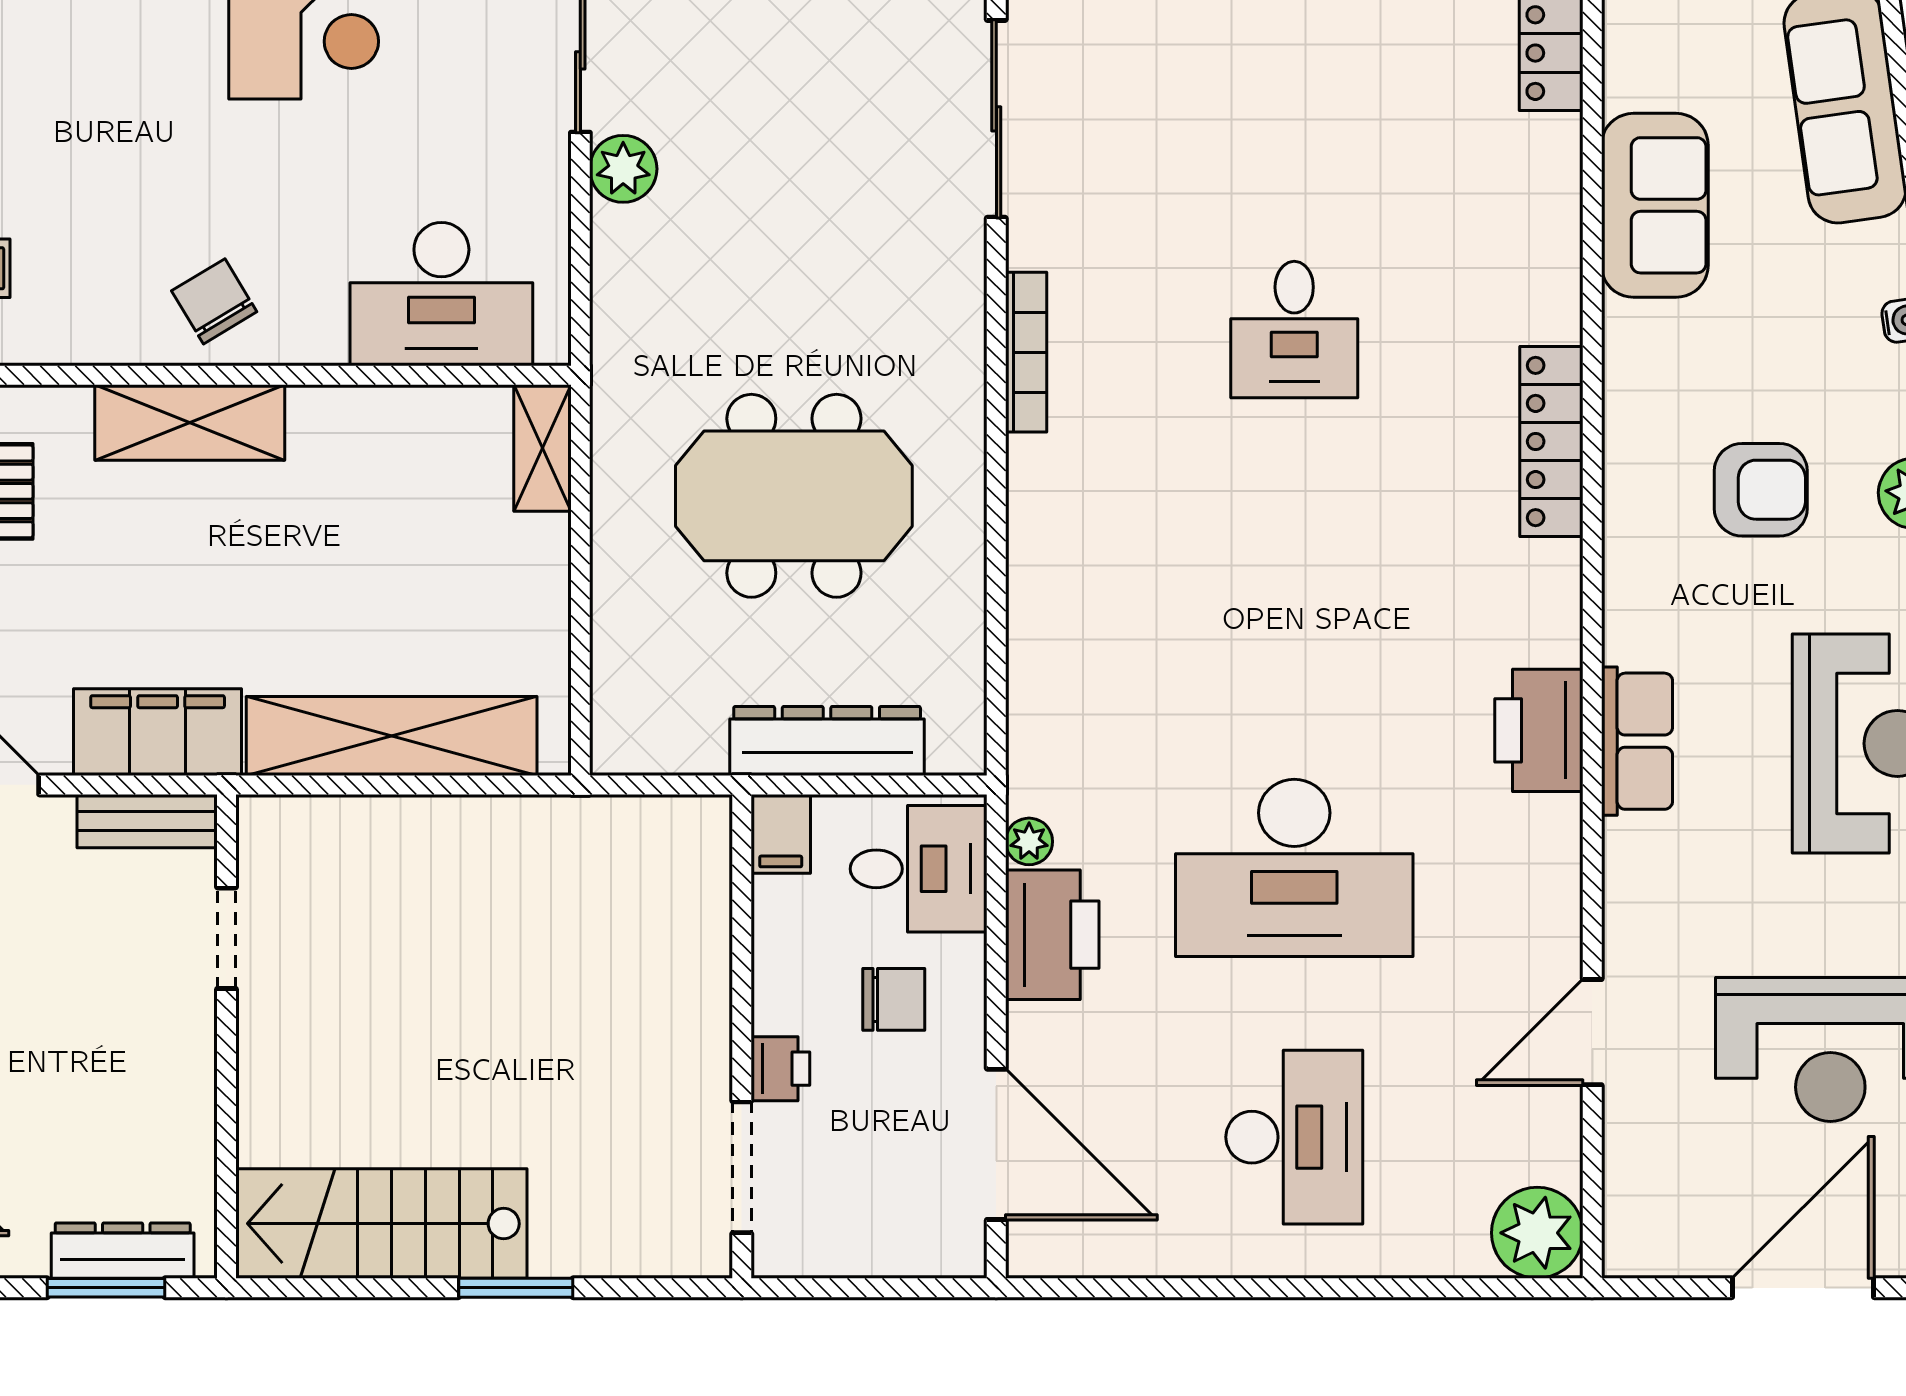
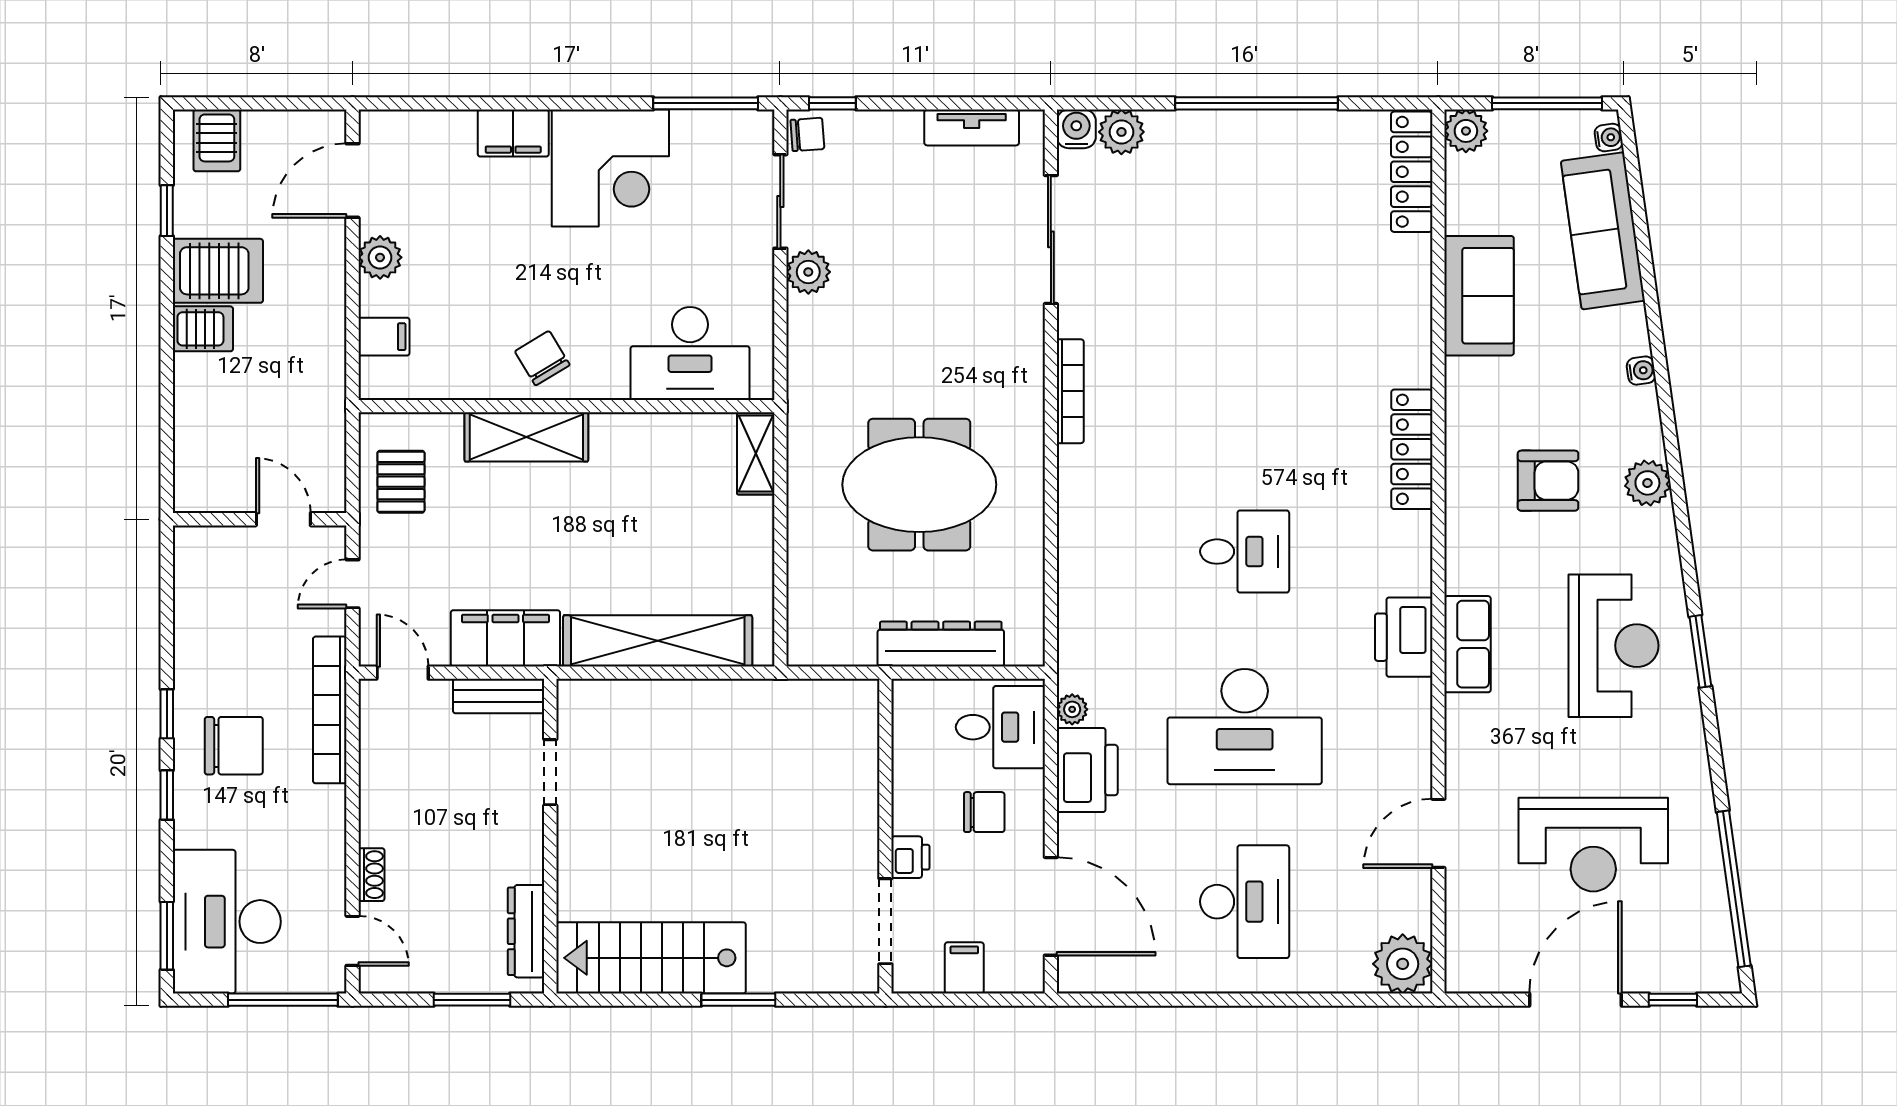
desk: (1294, 330) -> (1245, 552), moved, turned -90
filing cabinet: (781, 834) -> (964, 968), moved, turned 180
dresser: (123, 1251) -> (526, 931), moved, turned -90

